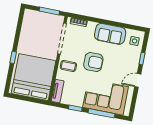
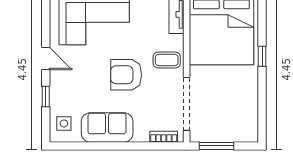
door: (138, 80) -> (46, 58), hinge flipped

